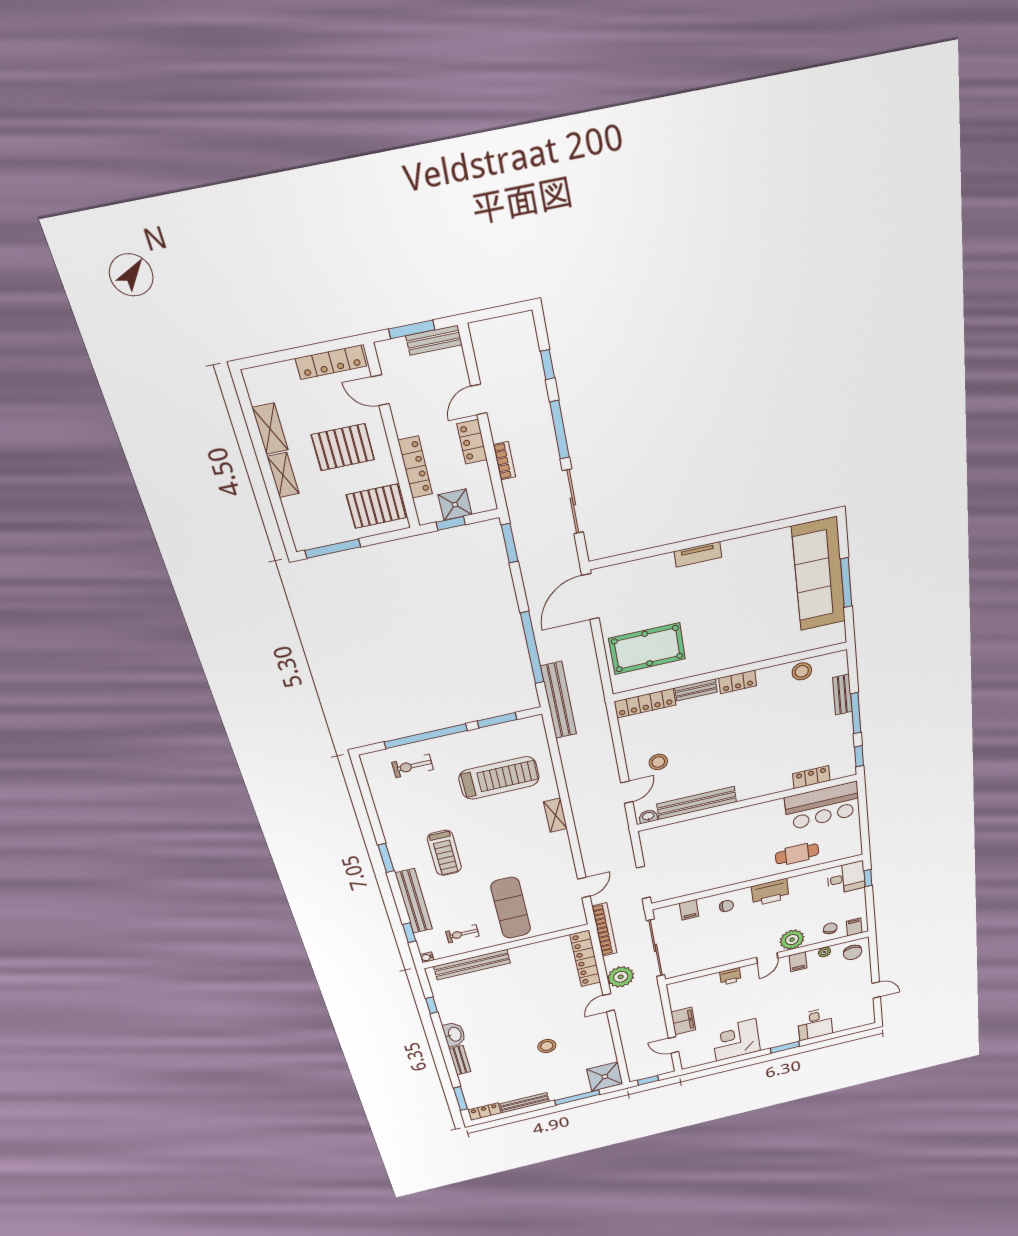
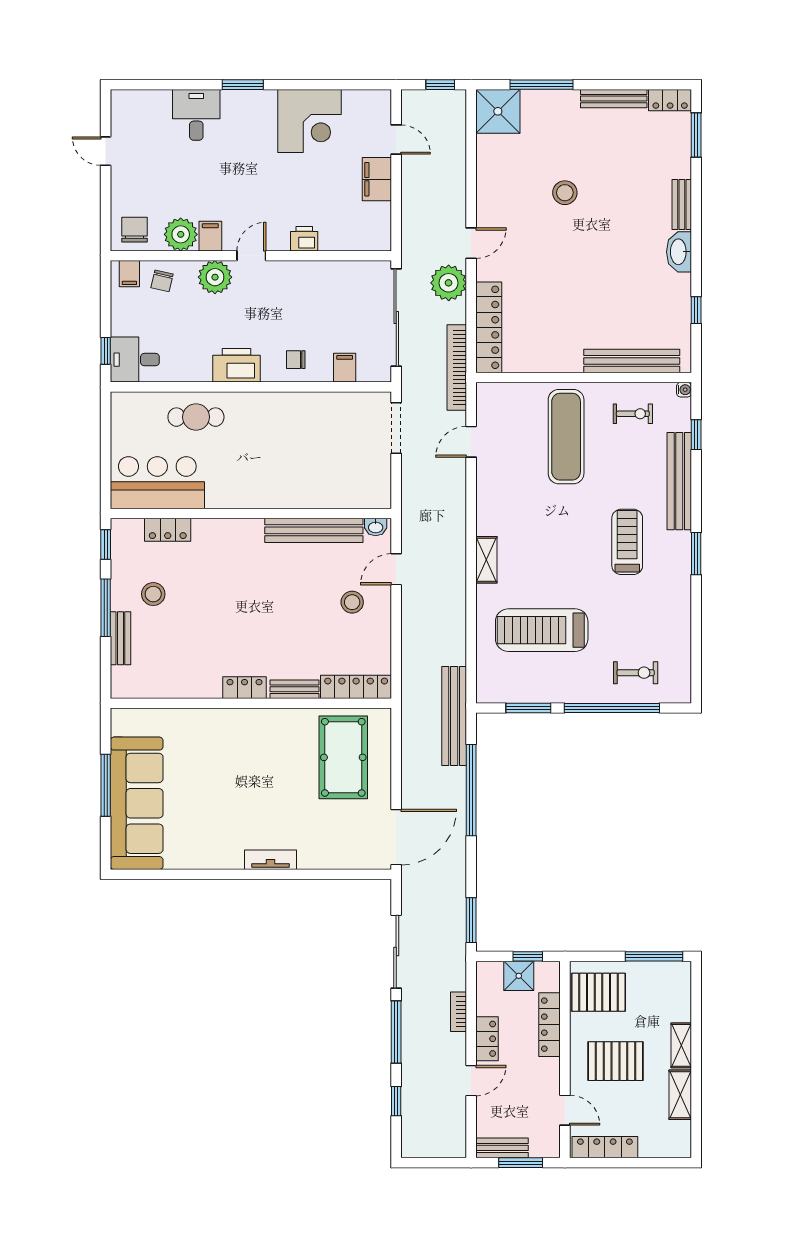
pool table: (647, 649) -> (343, 757), turned 90
stool: (802, 671) -> (153, 594), moved
plant: (824, 952) -> (181, 234), width x1.88, depth x1.88

